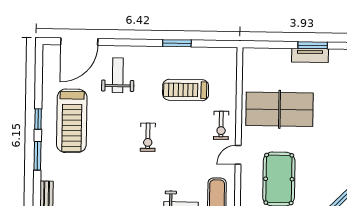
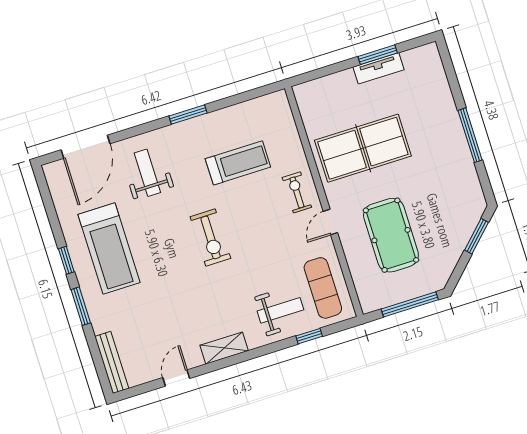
window: (177, 43) -> (188, 114), moved
treadmill: (186, 90) -> (238, 163), turned 180
exercise bike: (221, 125) -> (297, 192), turned 180
exercise bike: (148, 137) -> (211, 238), width x1.38, depth x1.39

